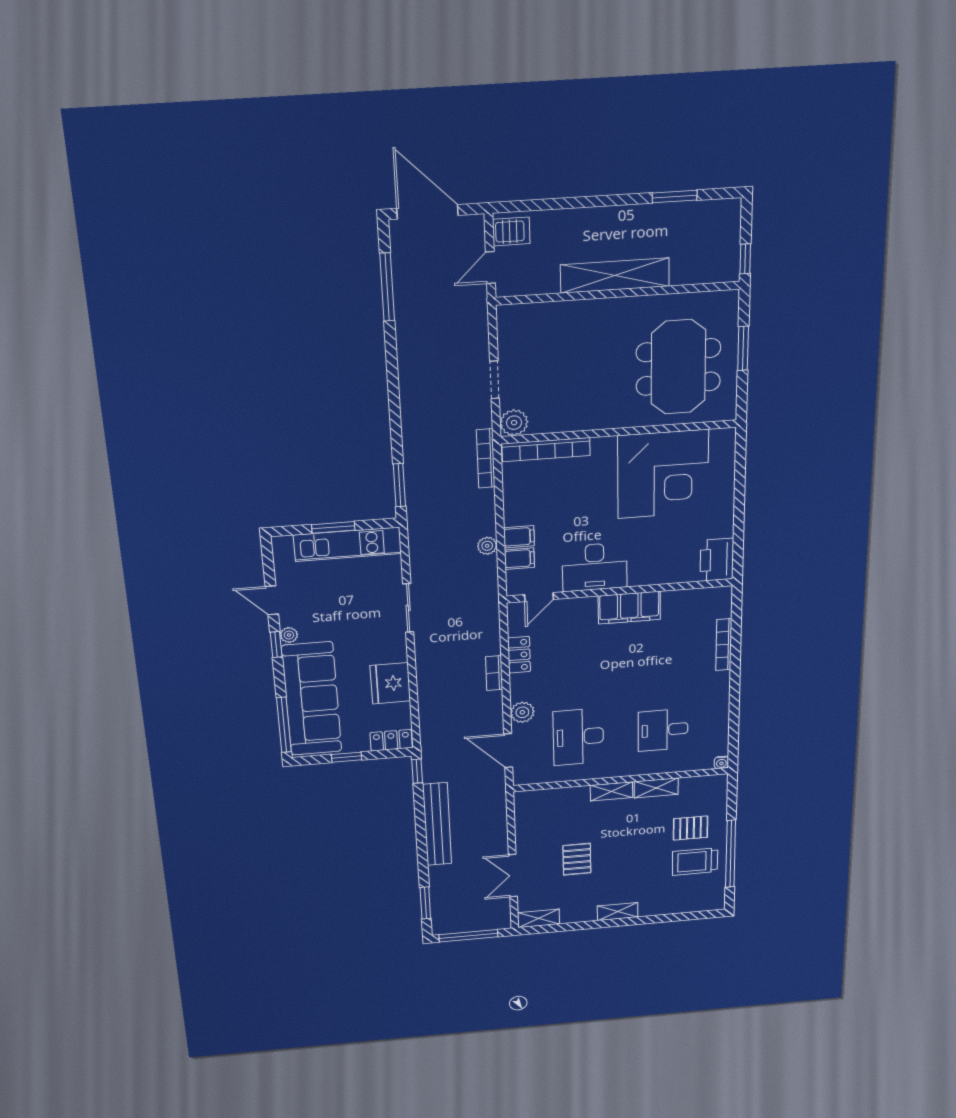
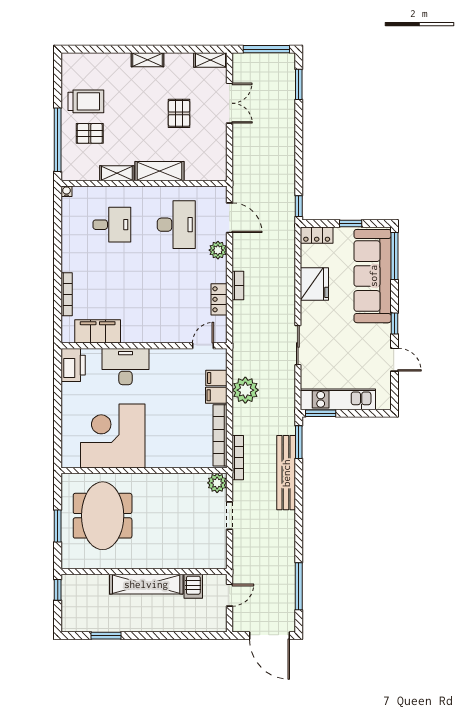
server rack: (511, 231) -> (193, 586), moved, turned -90
bookcase: (546, 450) -> (220, 435), moved, turned -90
window: (333, 527) -> (321, 413), moved
plant: (487, 546) -> (245, 390), width x1.87, depth x1.87
desk: (595, 567) -> (126, 367), moved
filing cabinet: (629, 608) -> (98, 331), moved
plant: (289, 635) -> (385, 330), removed
shelving: (612, 791) -> (159, 171), width x1.50, depth x1.33
bench: (437, 824) -> (286, 473), moved
window: (731, 854) -> (58, 140), moved

